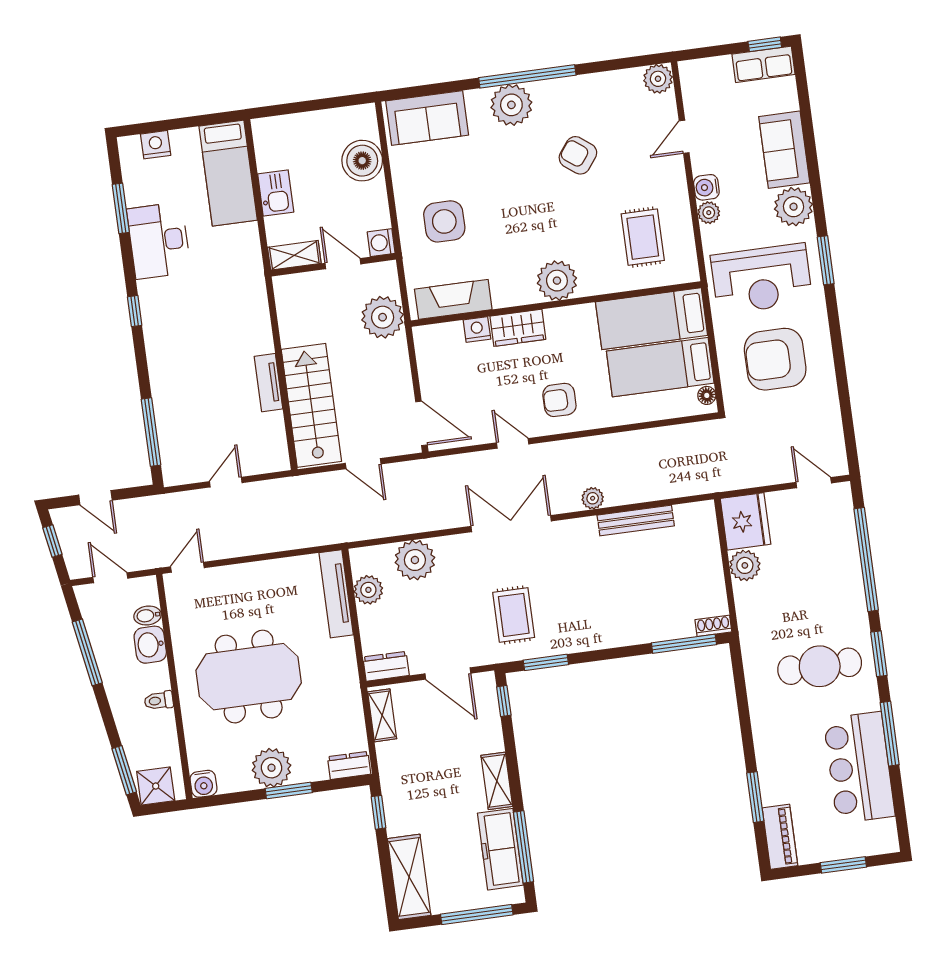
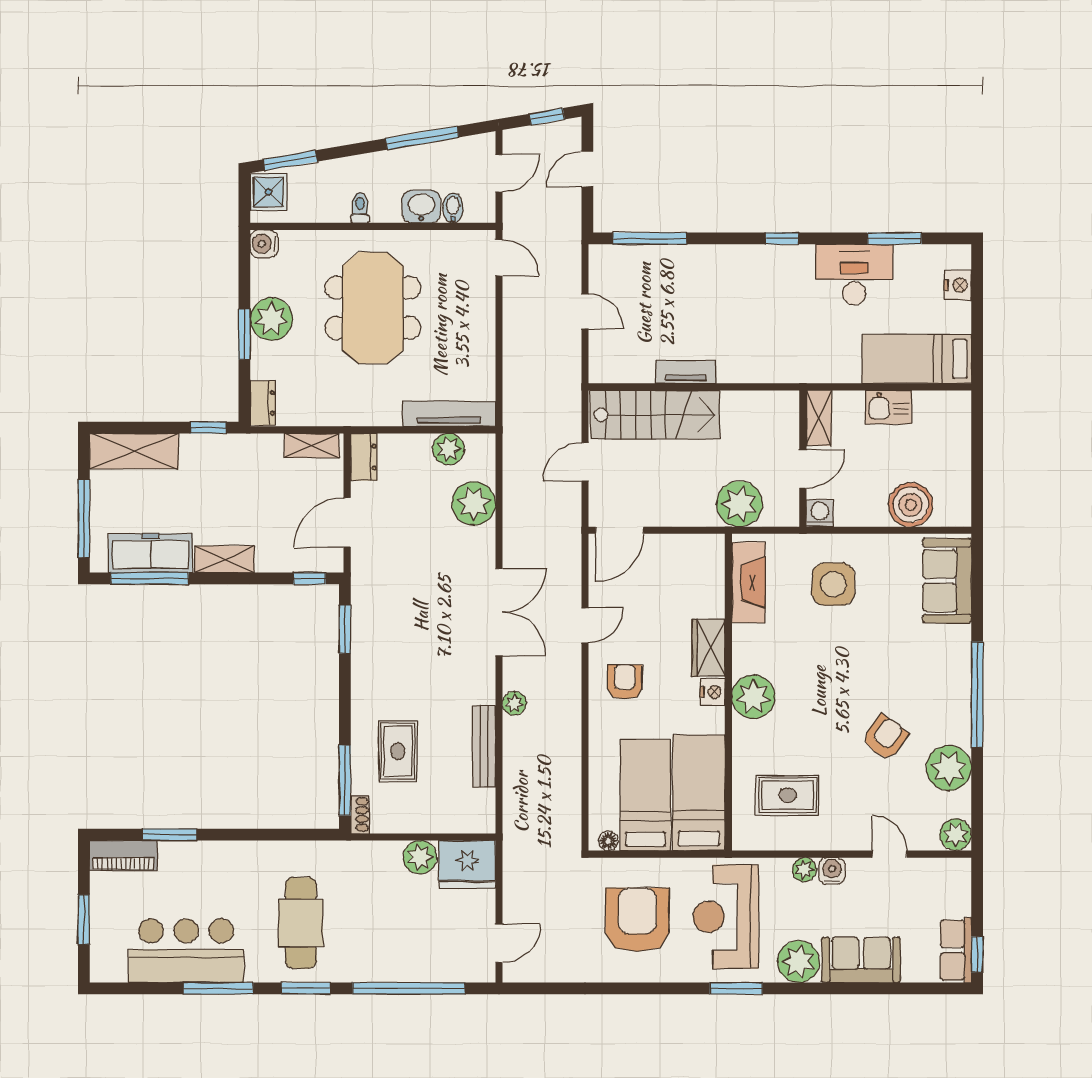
plant: (511, 105) -> (949, 768), moved
nightstand: (477, 329) -> (713, 692), moved
rug: (514, 615) -> (398, 751), moved, turned 90

